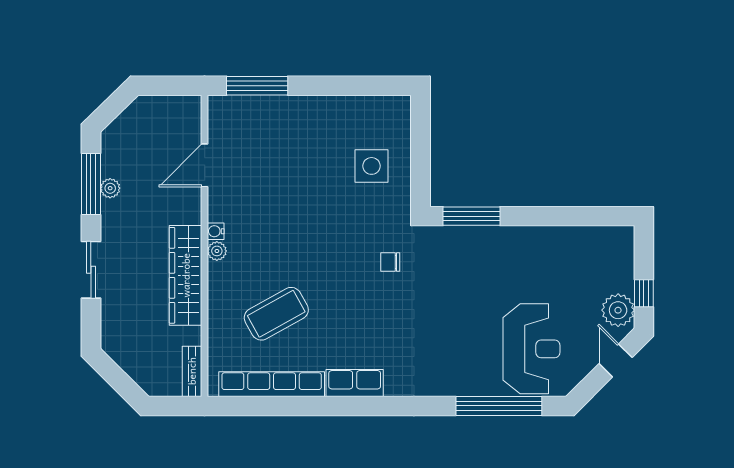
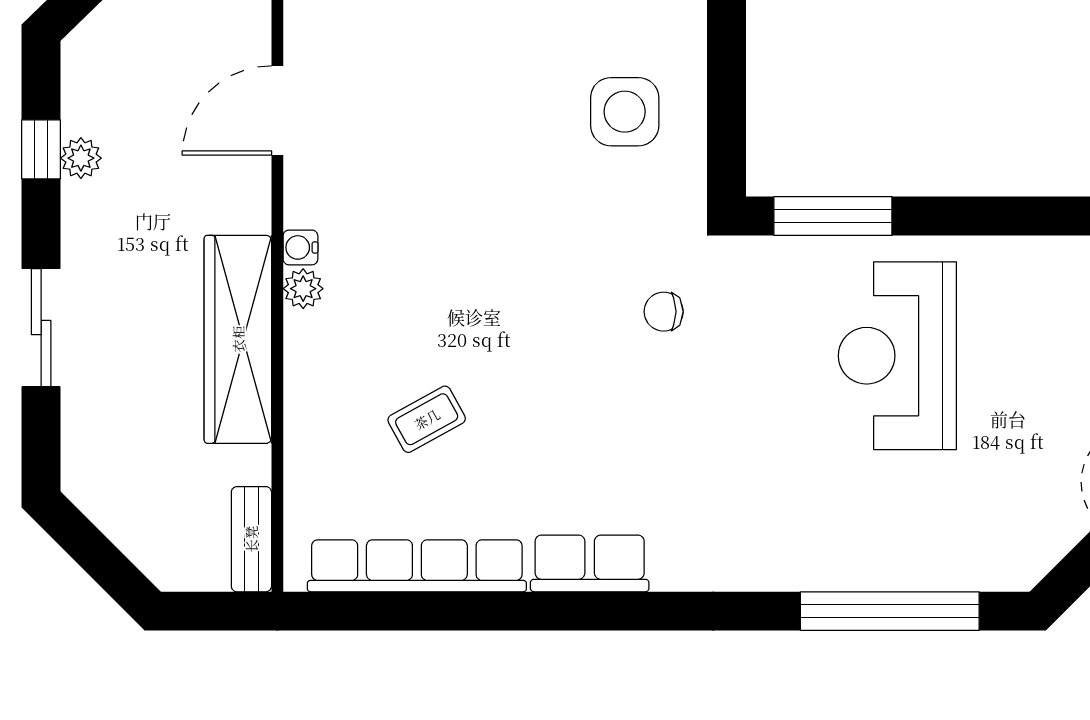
window: (91, 184) -> (41, 149), width x0.46
coffee table: (276, 314) -> (427, 419), width x0.54, depth x0.58
reception desk: (531, 349) -> (897, 356), moved, turned 180

